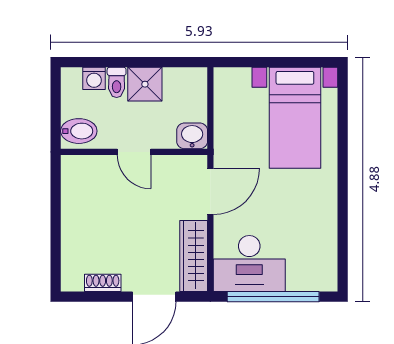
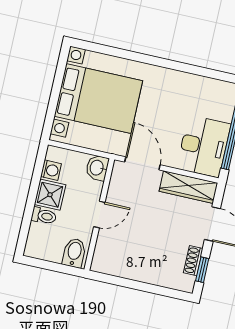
washing machine: (94, 78) -> (51, 170), moved
bed with nightstands: (295, 118) -> (98, 98), width x1.36
window: (94, 297) -> (202, 270), added

